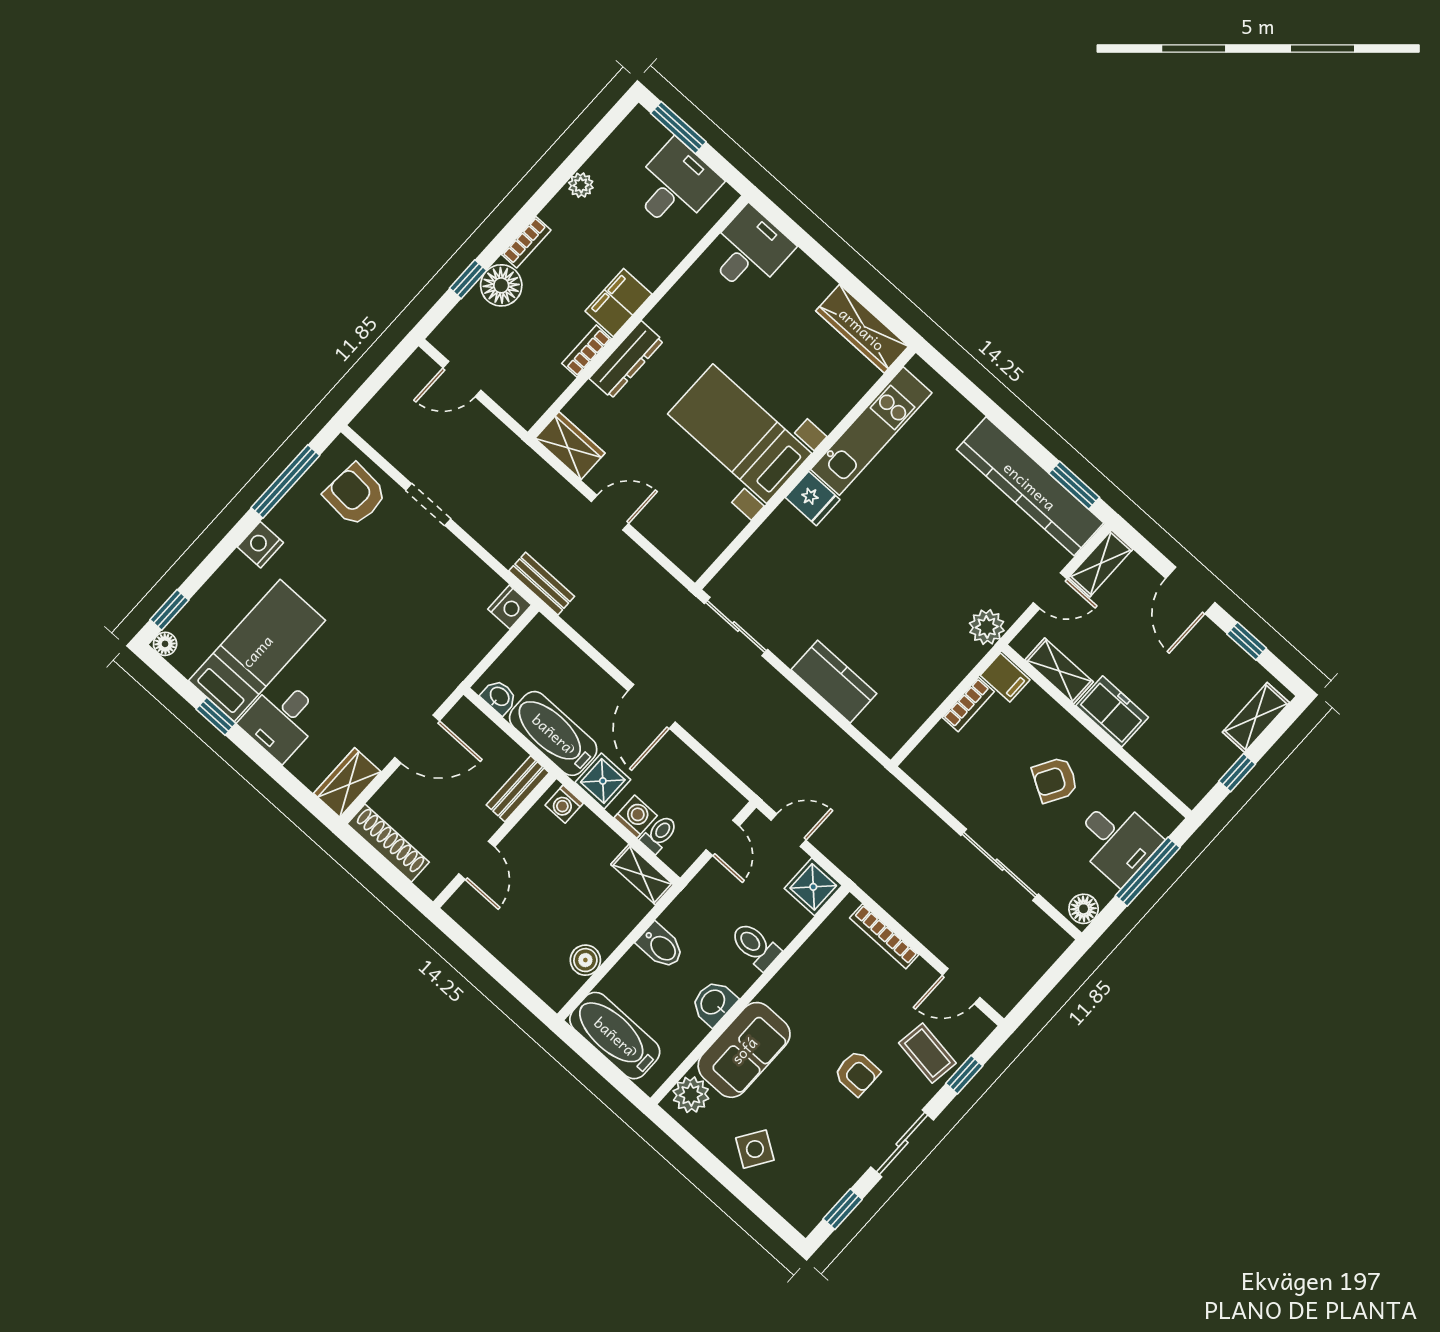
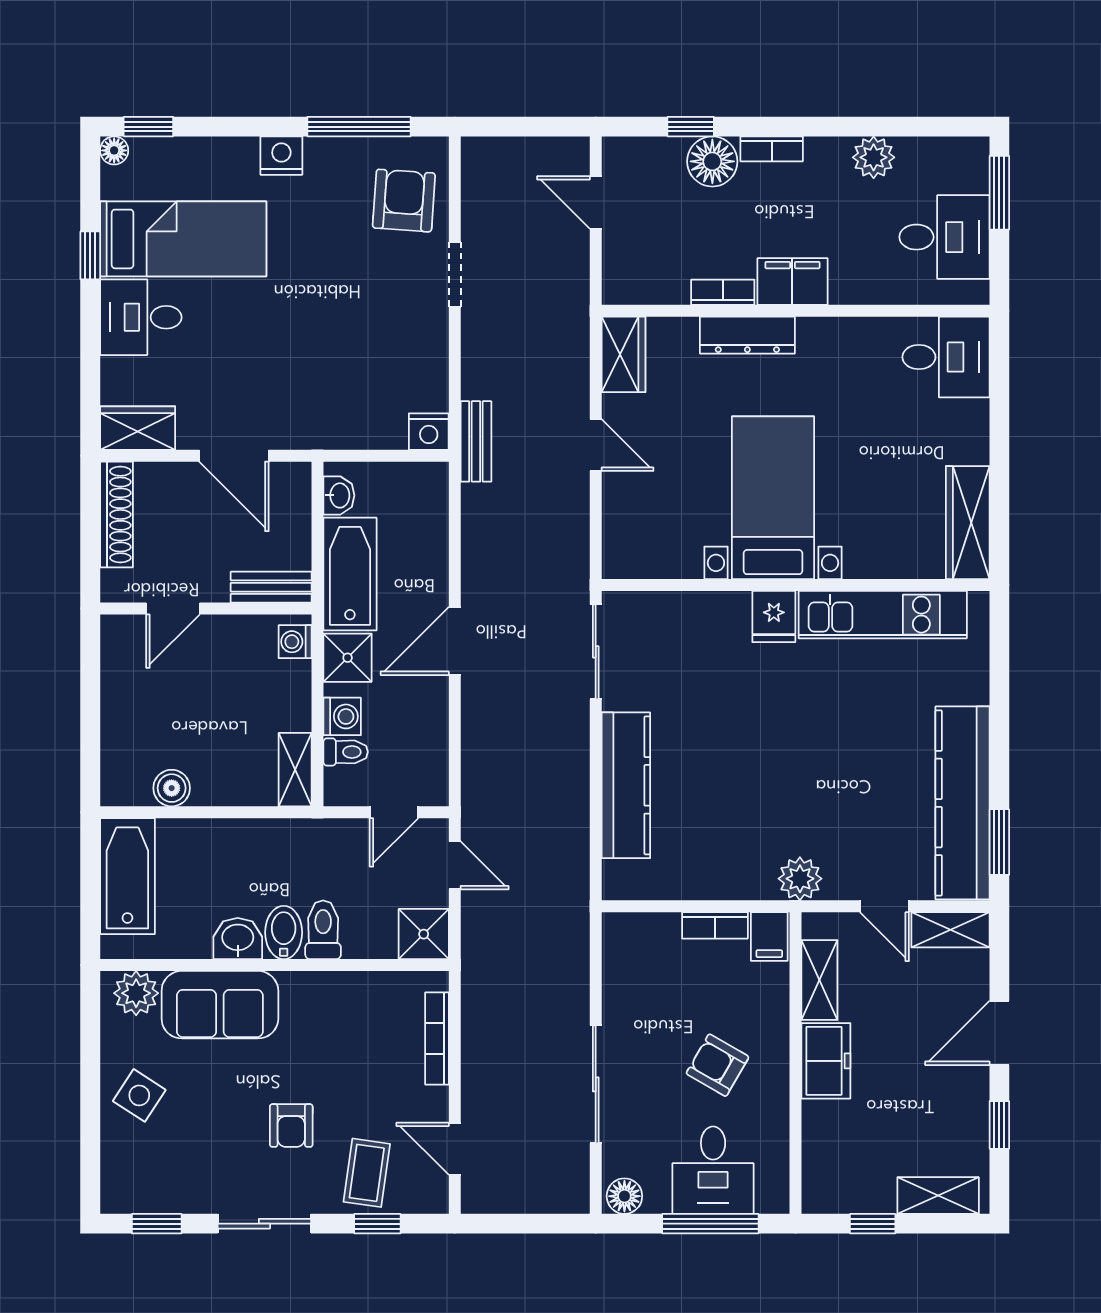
plant: (581, 185) -> (874, 157), width x1.38, depth x1.38
kitchen counter: (834, 682) -> (626, 785), width x1.50
bidet: (661, 946) -> (284, 932), moved, turned 180

